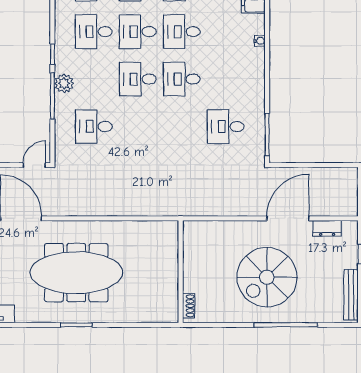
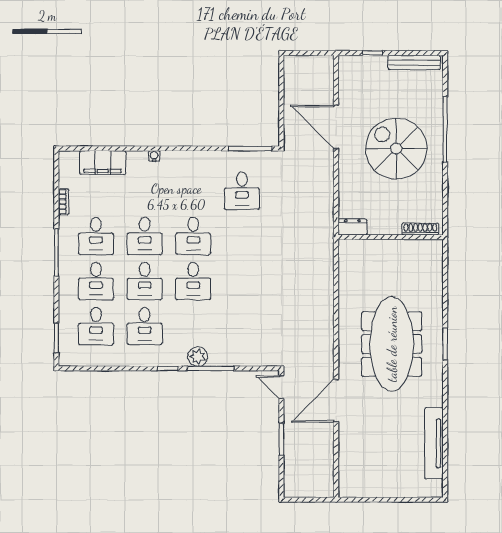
desk: (94, 127) -> (242, 326), removed
dresser: (327, 228) -> (352, 227), moved, turned -90
spiral stairs: (267, 277) -> (396, 149), turned 180
shoe rack: (189, 306) -> (420, 229), width x1.43

